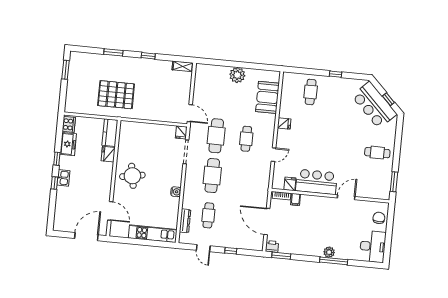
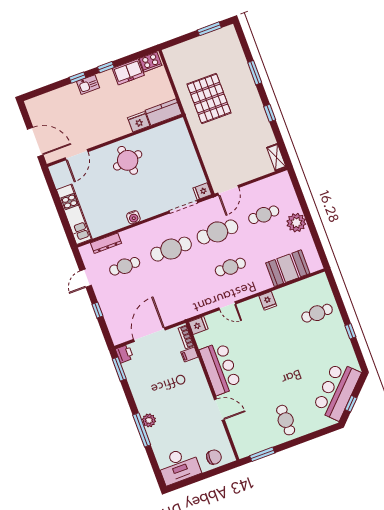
cafe table: (220, 96) -> (264, 215), added
fridge: (290, 184) -> (198, 325), moved

